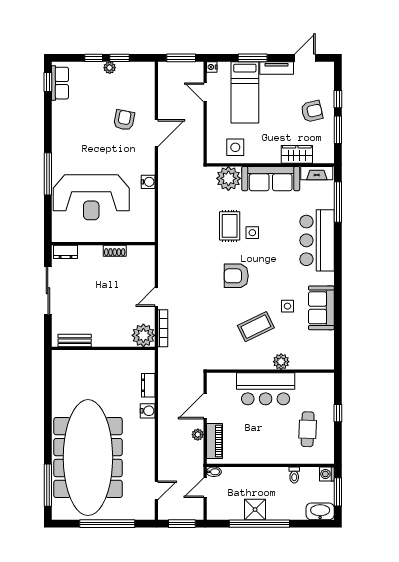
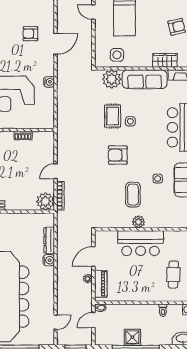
armchair: (124, 120) -> (30, 34), turned -101
coffee table: (256, 327) -> (133, 195), turned -64
plant: (281, 362) -> (138, 222), moved
dresser: (148, 385) -> (49, 240), width x1.44

